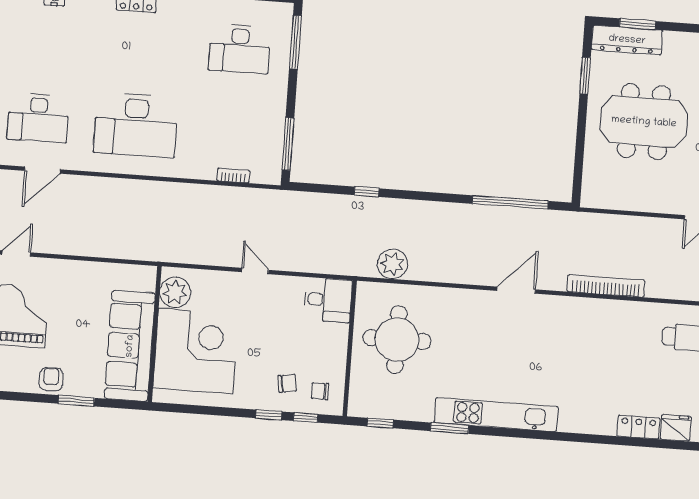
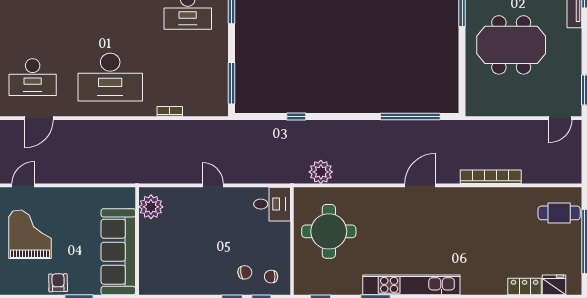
bookcase: (233, 176) -> (170, 111), moved
corner desk: (196, 351) -> (171, 252), removed

